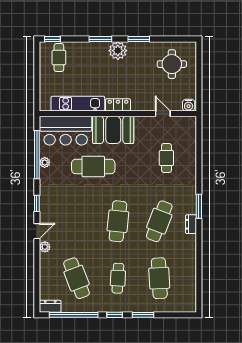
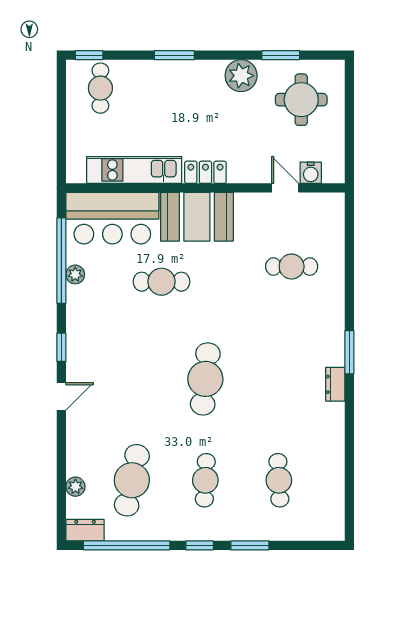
window: (139, 39) -> (281, 55), moved
plant: (118, 51) -> (241, 76), moved
water cooler: (189, 105) -> (311, 173), moved
cafe table: (166, 158) -> (292, 267), turned 90
cafe table: (93, 166) -> (162, 282), width x0.73, depth x0.74
cafe table: (159, 221) -> (279, 379), removed
plant: (45, 247) -> (75, 487), moved
cafe table: (77, 278) -> (132, 480), turned 33
cafe table: (159, 278) -> (279, 480), width x0.73, depth x0.74

